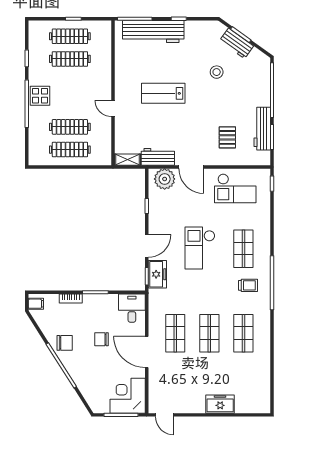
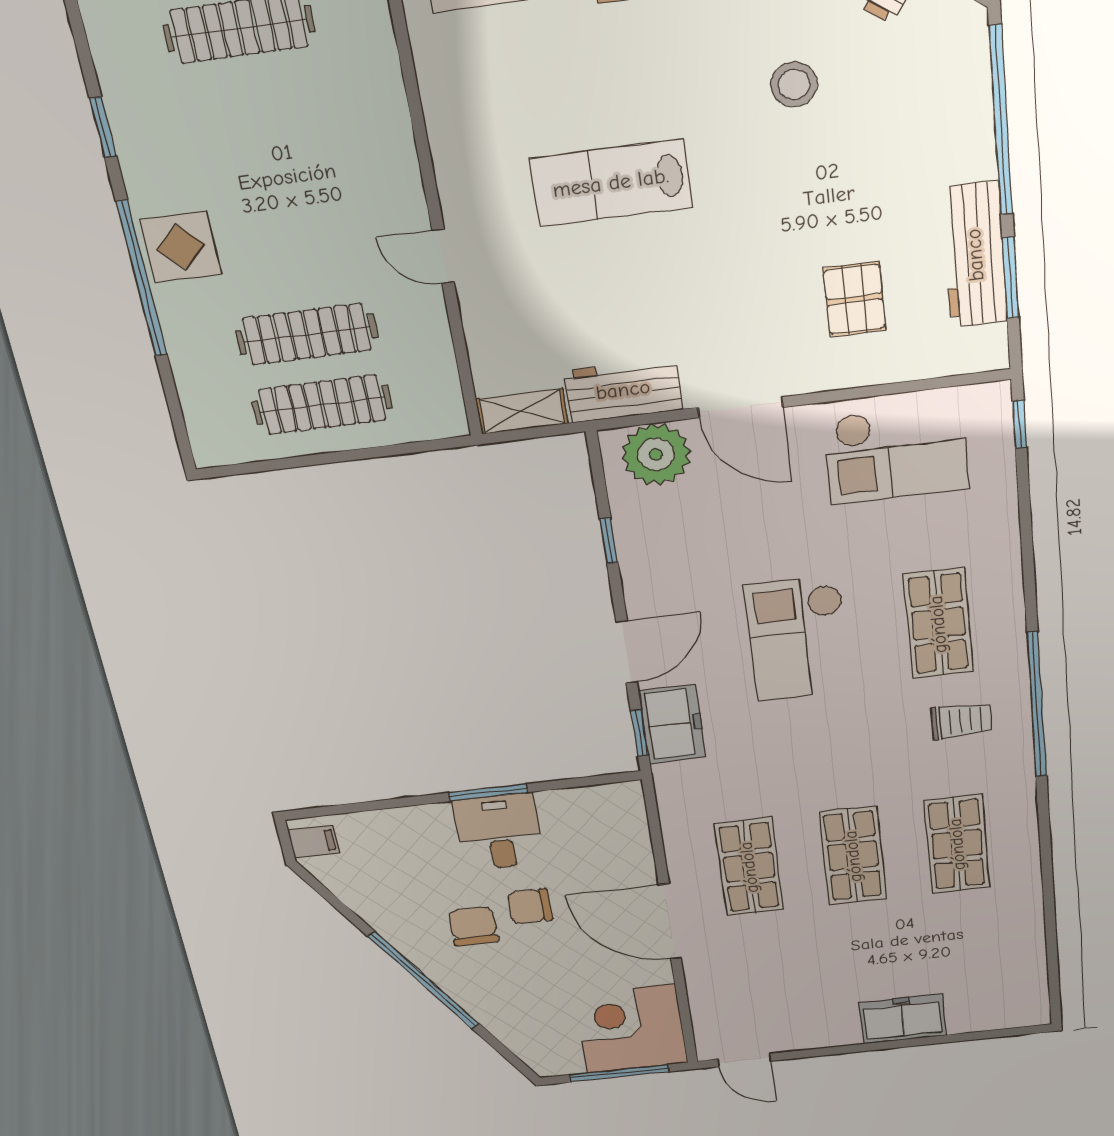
clothes rail: (70, 59) -> (257, 109), removed
bookcase: (71, 298) -> (416, 817), removed
desk: (132, 308) -> (499, 832), moved
chair: (65, 343) -> (473, 926), moved, turned -90

